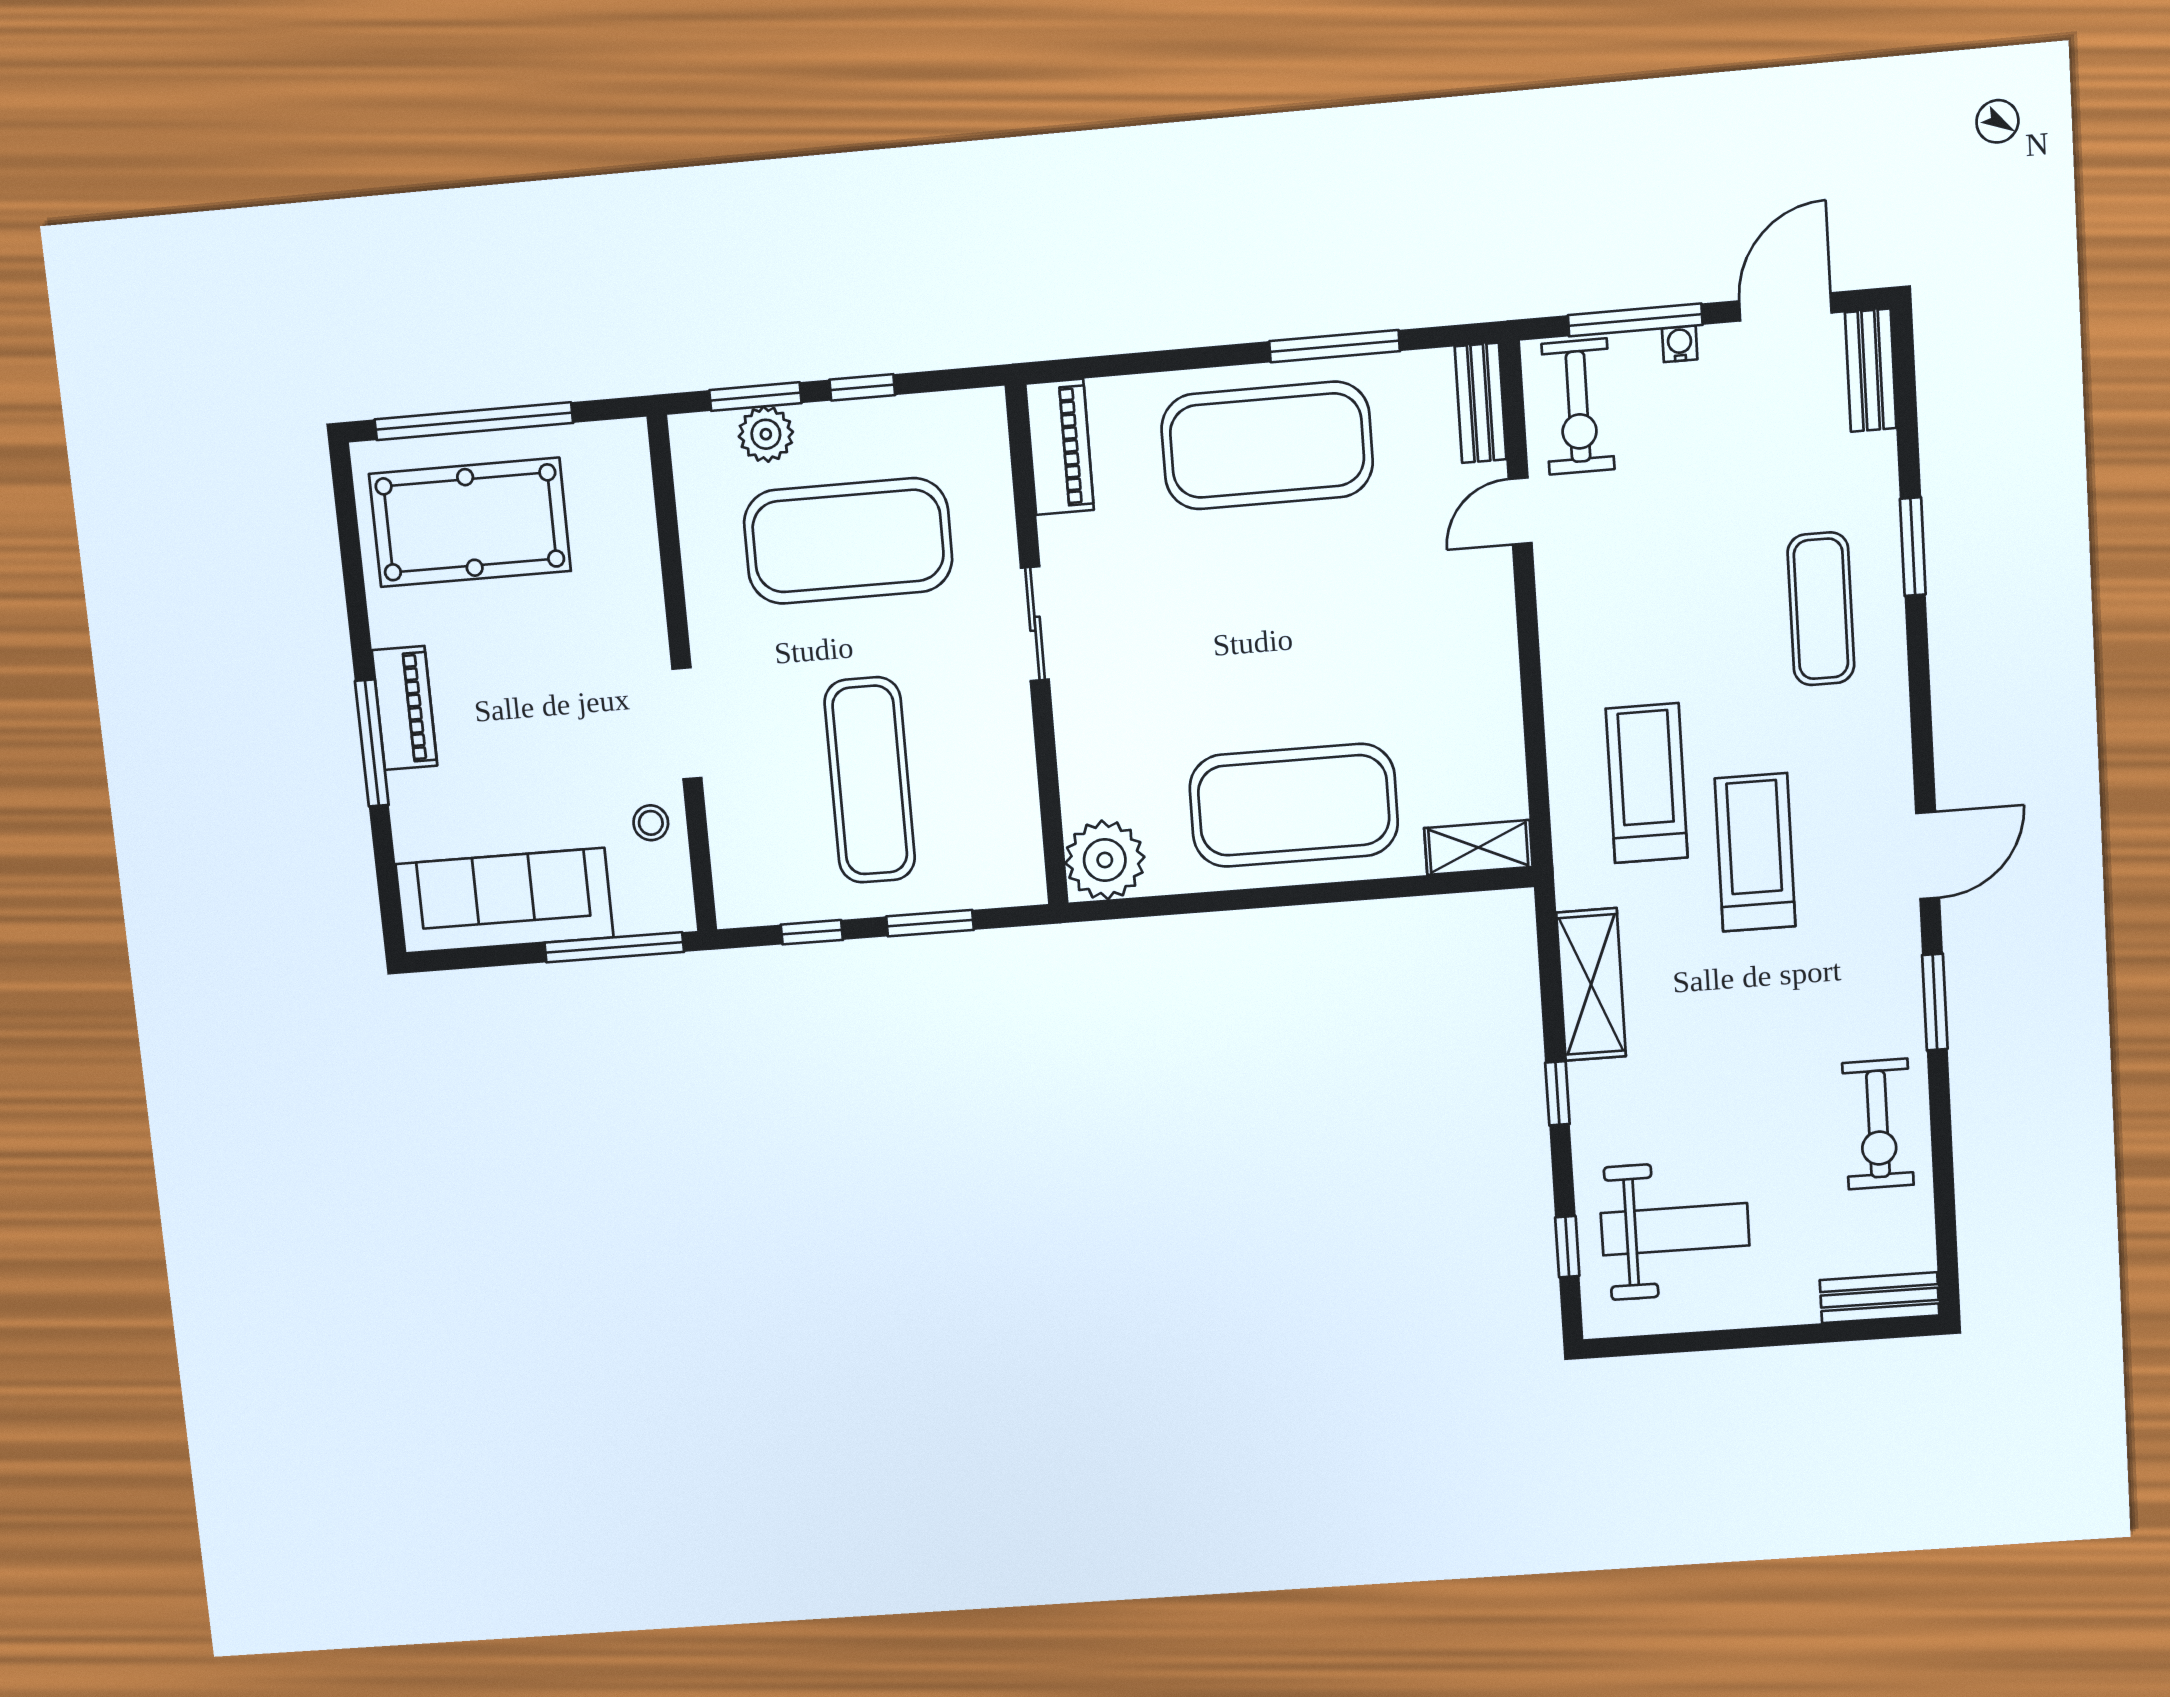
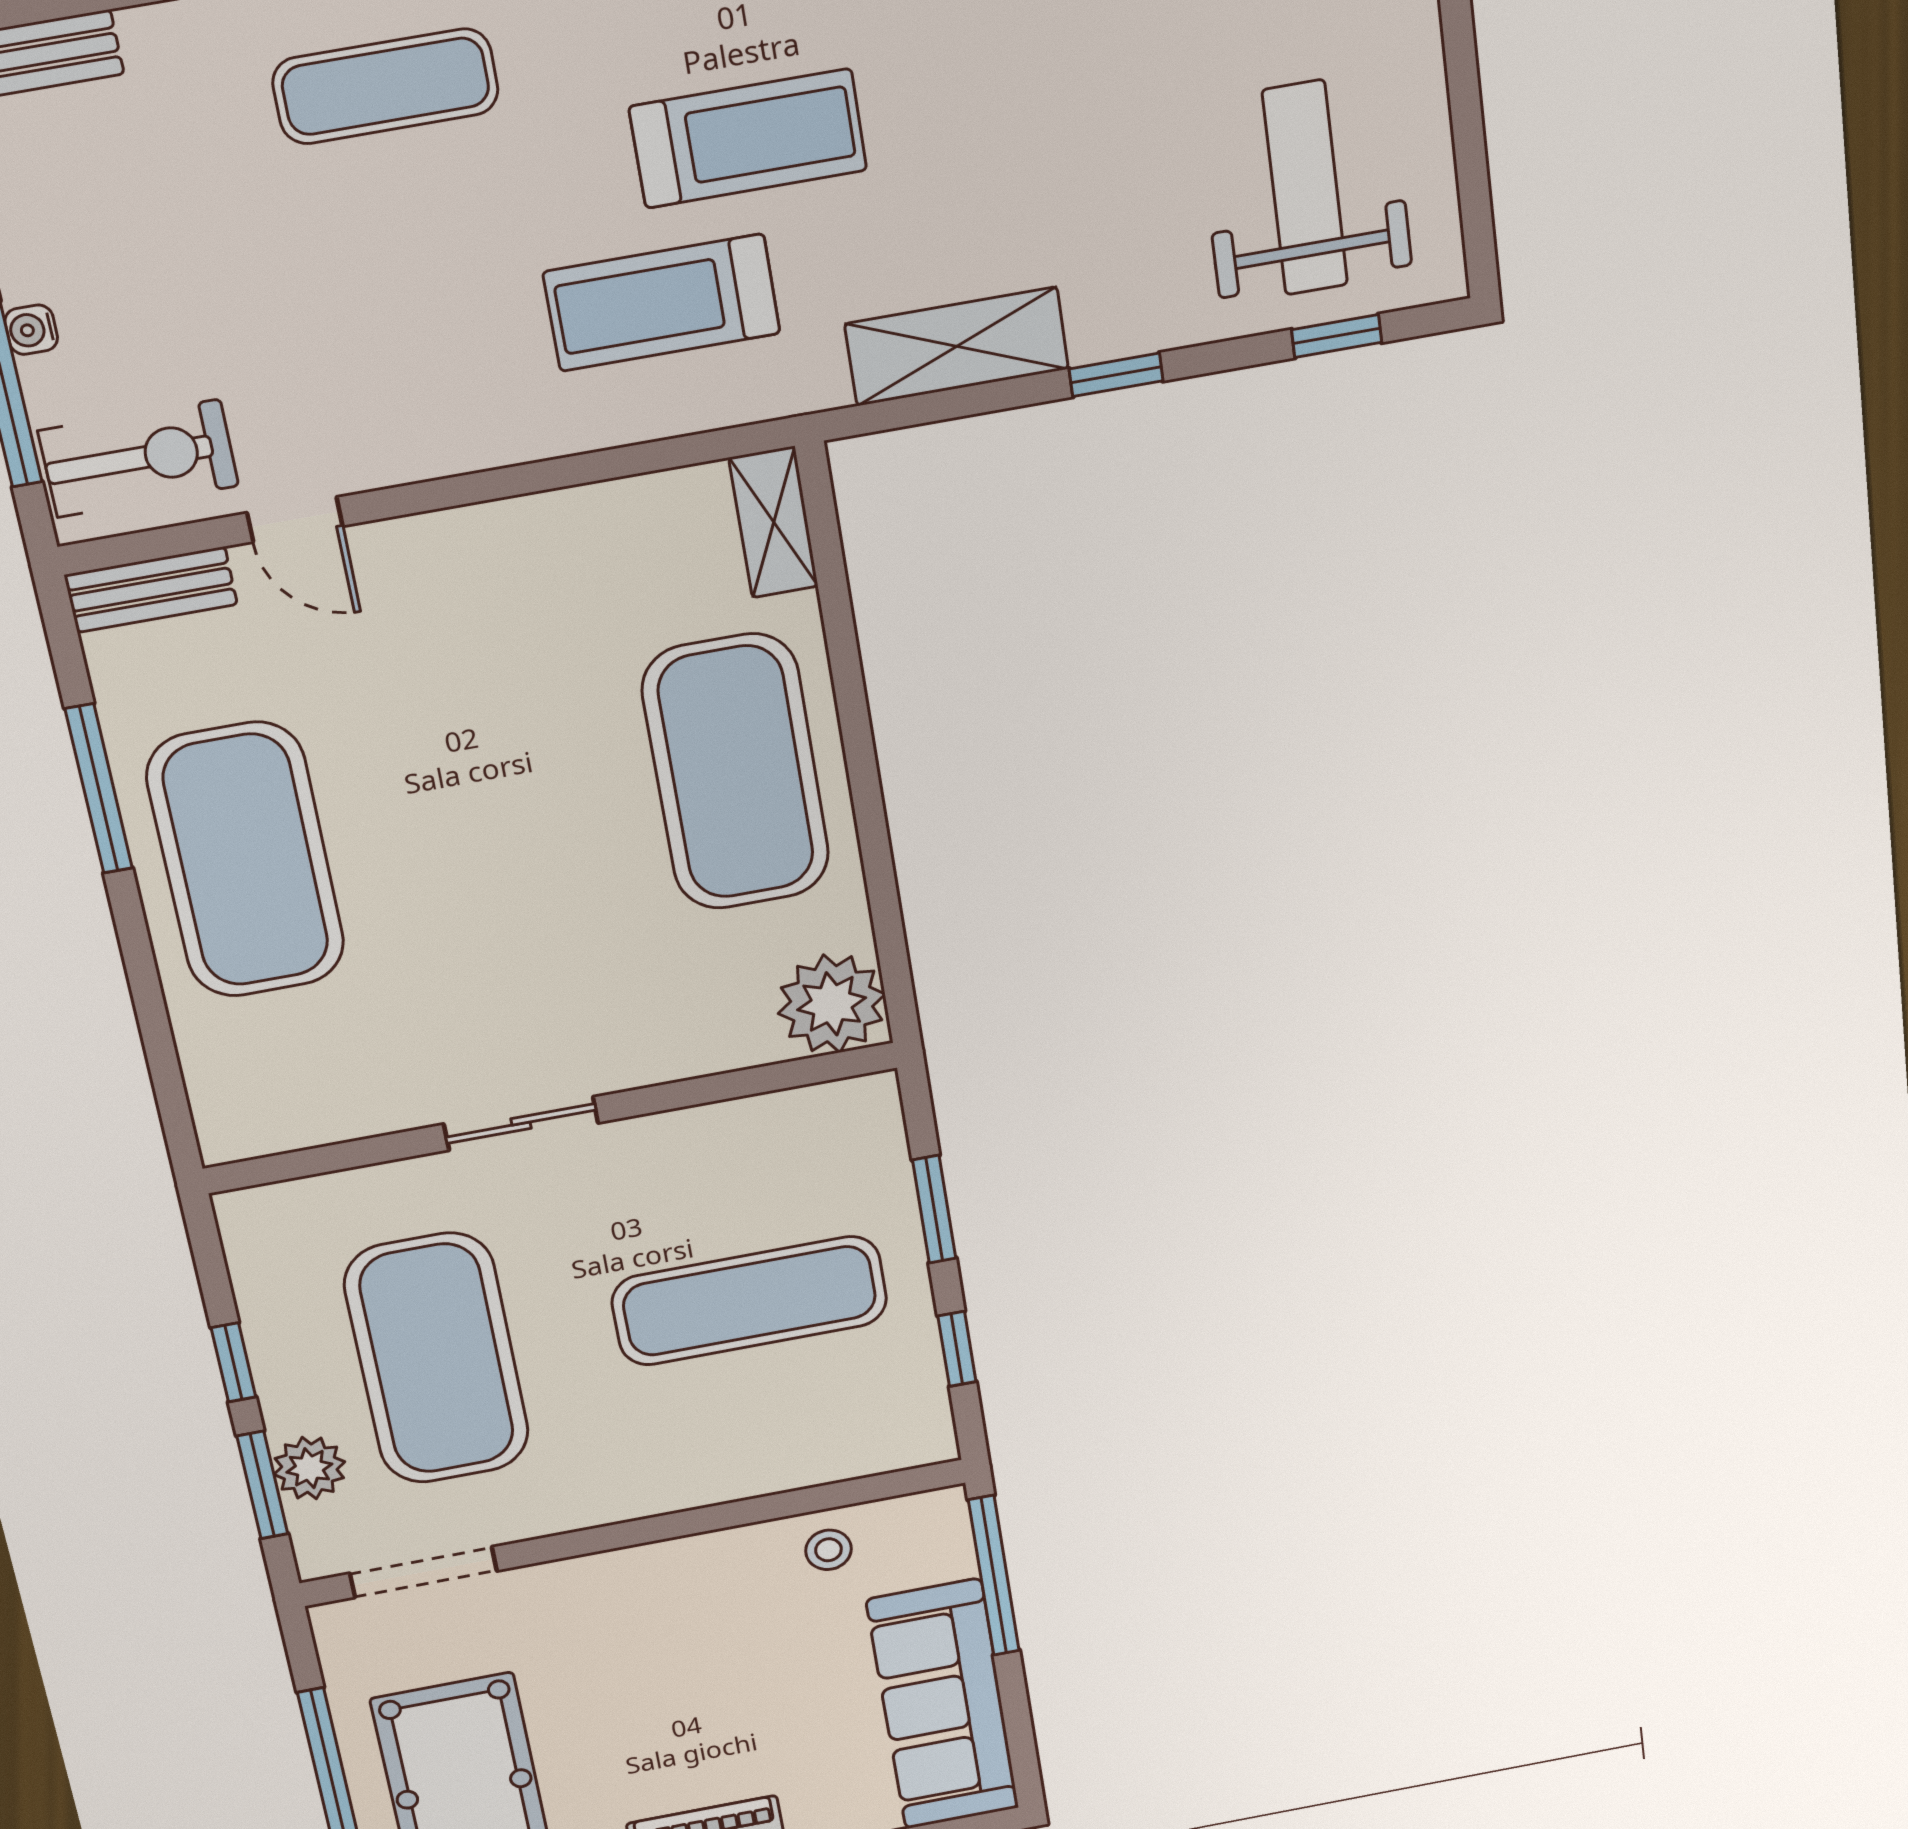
piano: (1060, 447) -> (281, 1118), removed
doorway: (687, 723) -> (423, 1572), moved
treadmill: (1755, 852) -> (748, 138), turned 180

